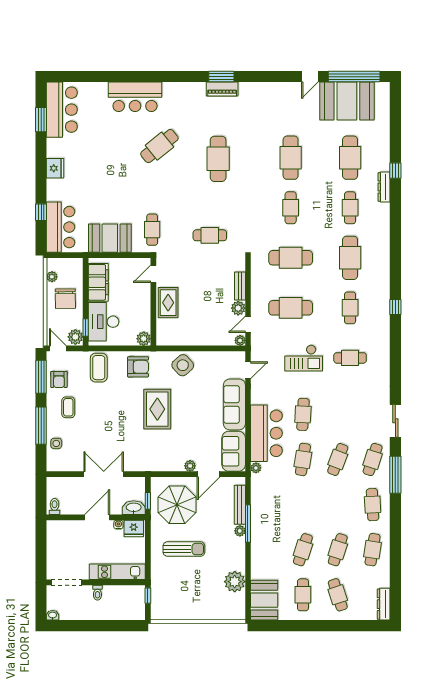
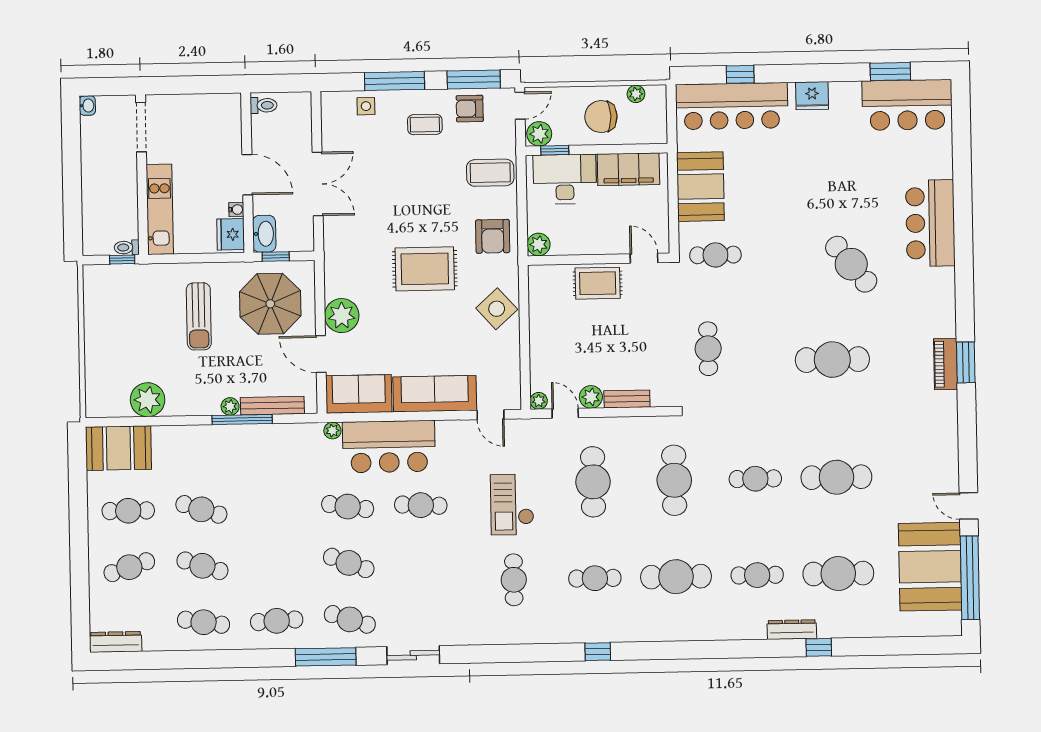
bar counter: (61, 227) -> (732, 106), width x1.36
plant: (190, 466) -> (342, 316), width x1.88, depth x1.88
toilet: (97, 593) -> (127, 247), moved

